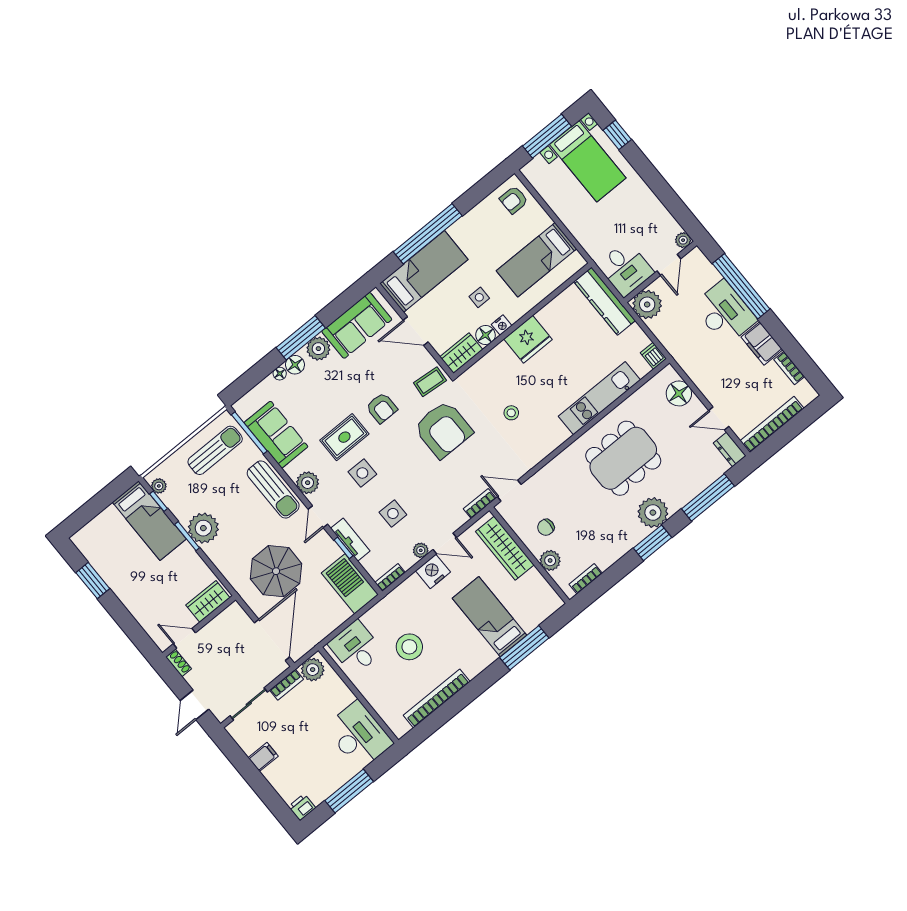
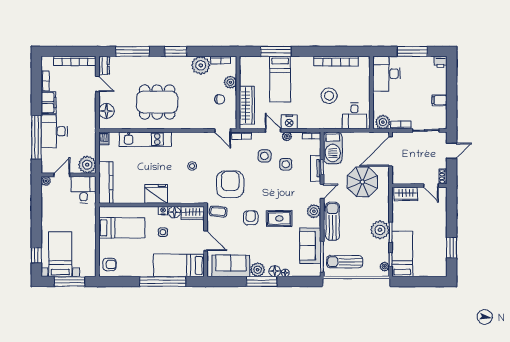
side table: (362, 473) -> (264, 156), moved
plant: (653, 513) -> (201, 65), moved

